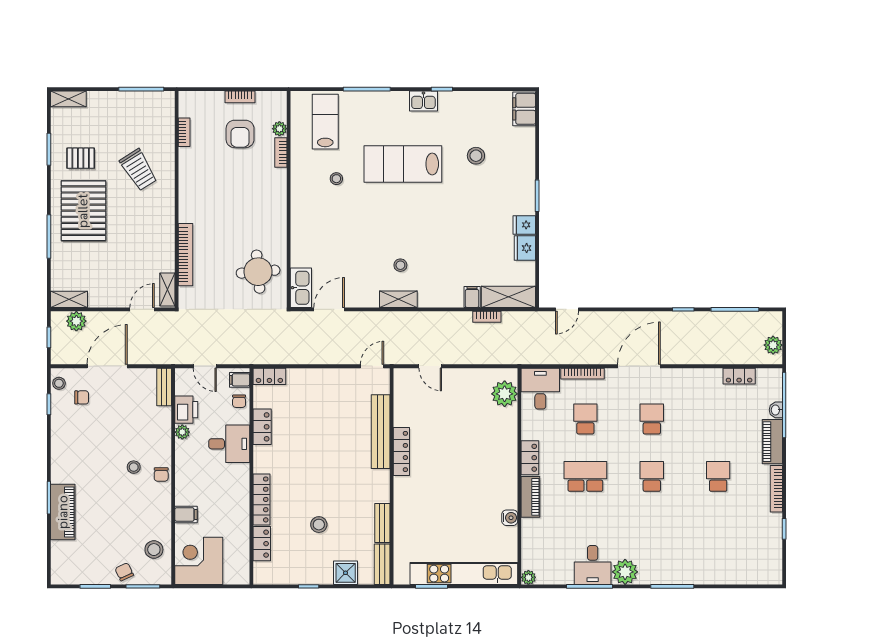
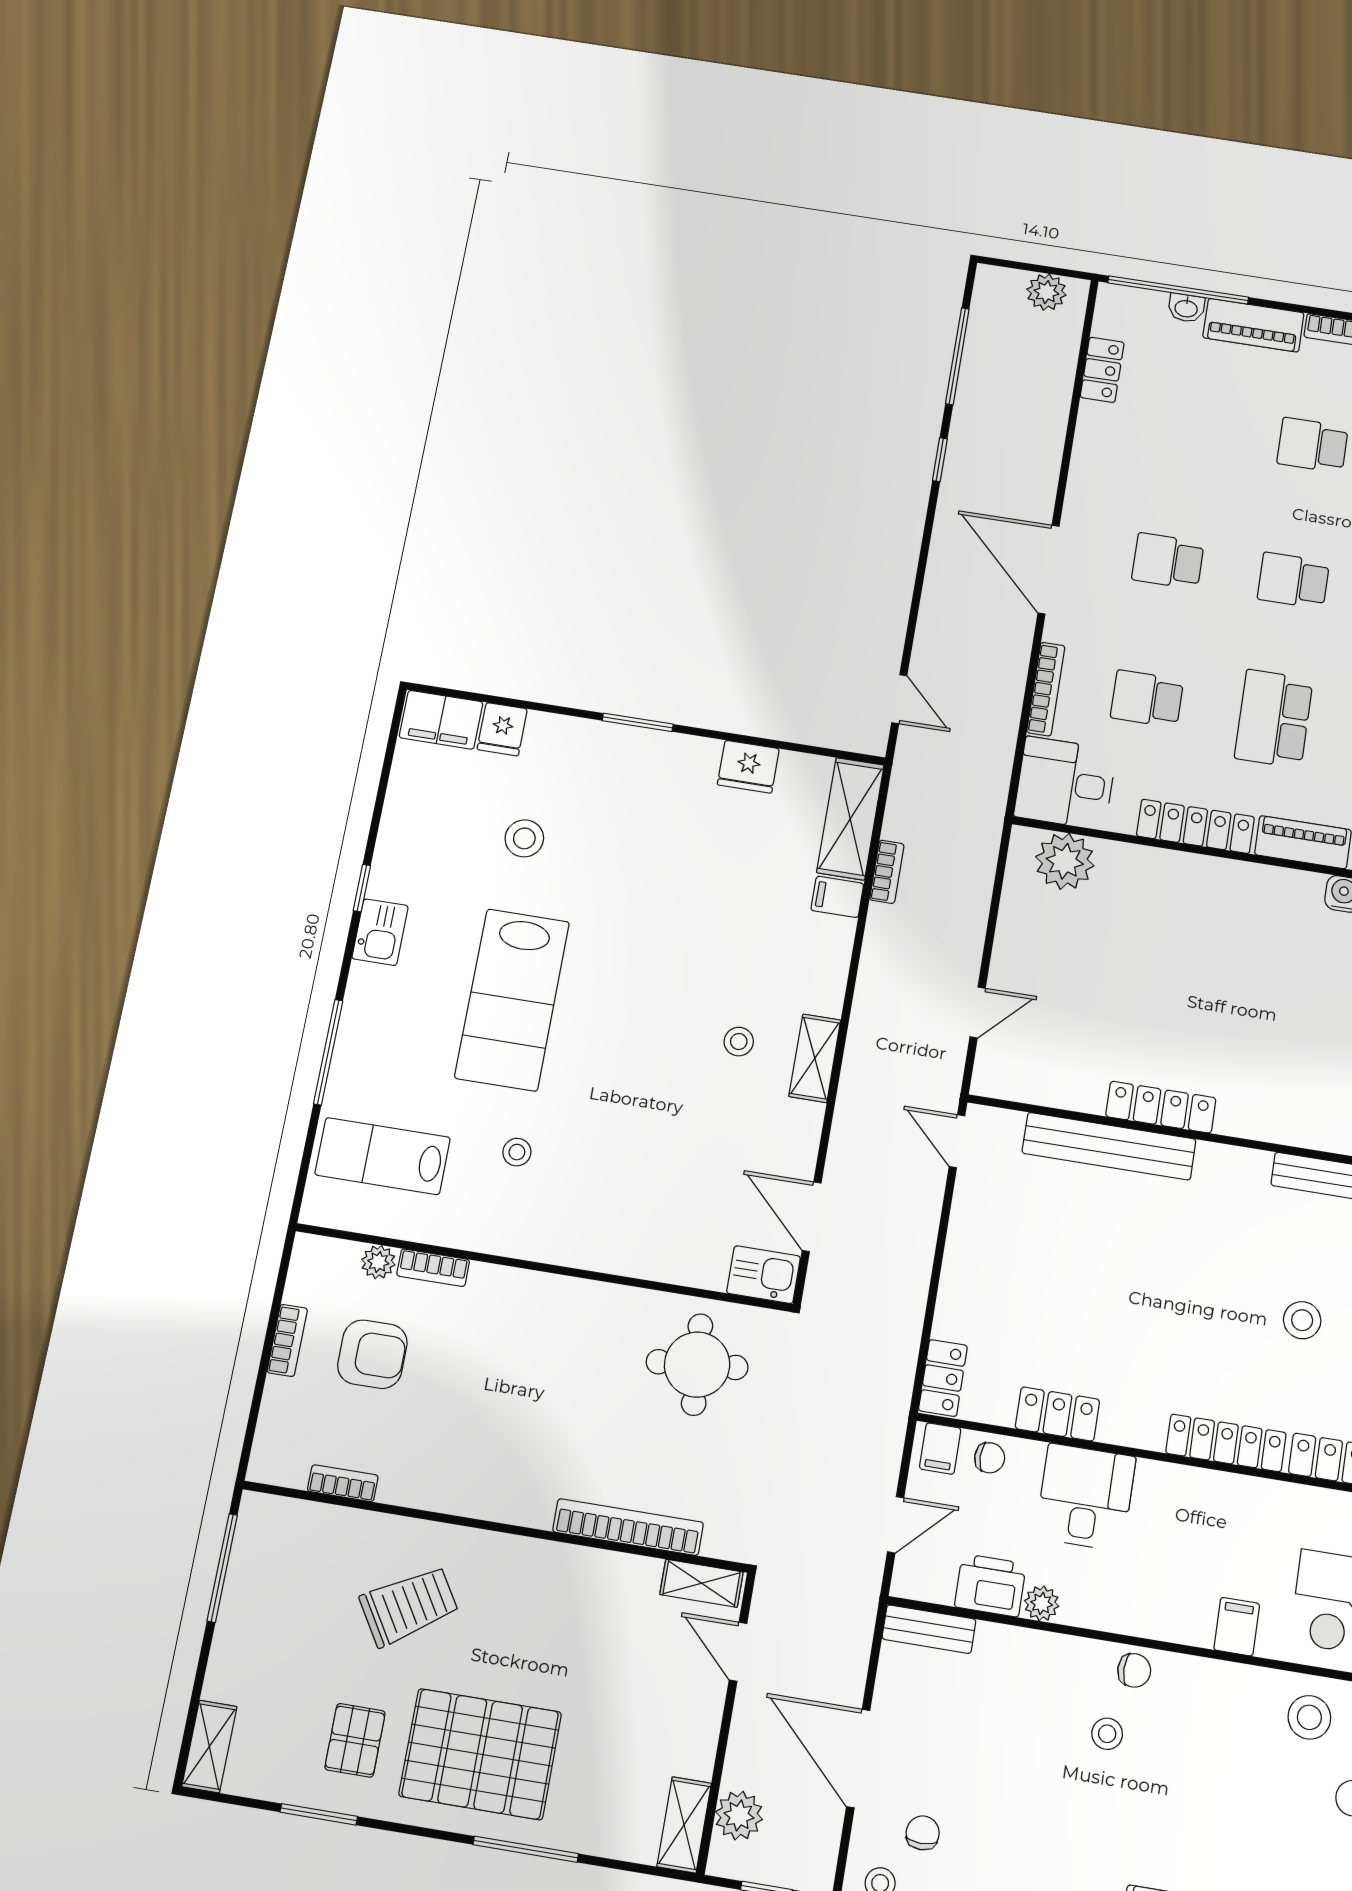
fridge: (524, 225) -> (502, 729), moved
kitchen sink: (301, 288) -> (764, 1275), width x0.73
locker: (530, 458) -> (1195, 826), width x1.53

